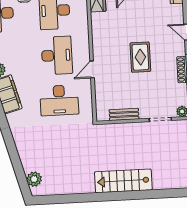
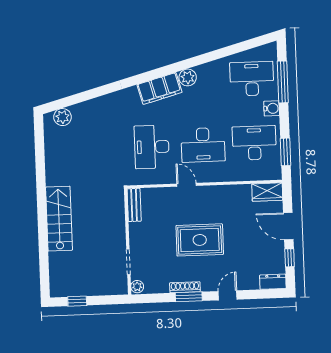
rug: (140, 57) -> (200, 240), width x1.36, depth x1.43
bench: (124, 114) -> (134, 205), moved

